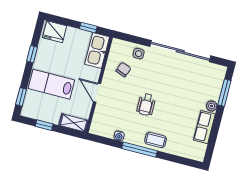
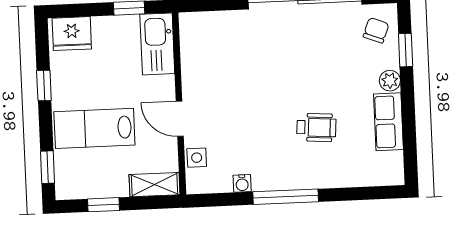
side table: (139, 54) -> (197, 158), moved
chair: (123, 70) -> (376, 30), moved
window: (224, 93) -> (406, 50), width x0.67
wheelchair: (146, 105) -> (316, 127), moved, turned -86
coffee table: (156, 140) -> (309, 171), removed

